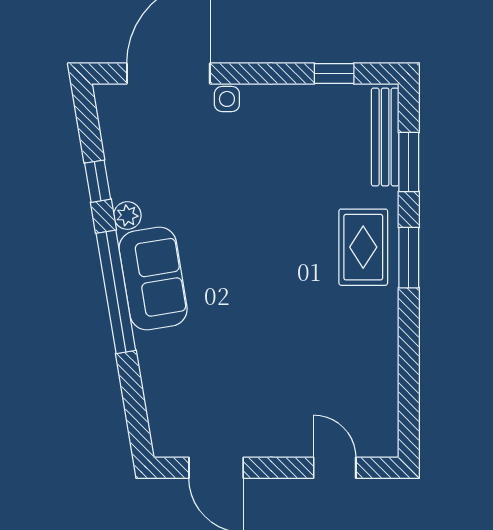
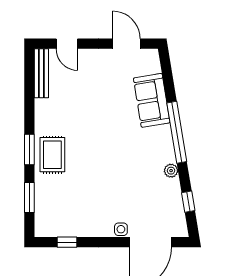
bench: (385, 137) -> (41, 73), moved
window: (98, 181) -> (188, 202), moved
sofa: (153, 279) -> (152, 100), moved

